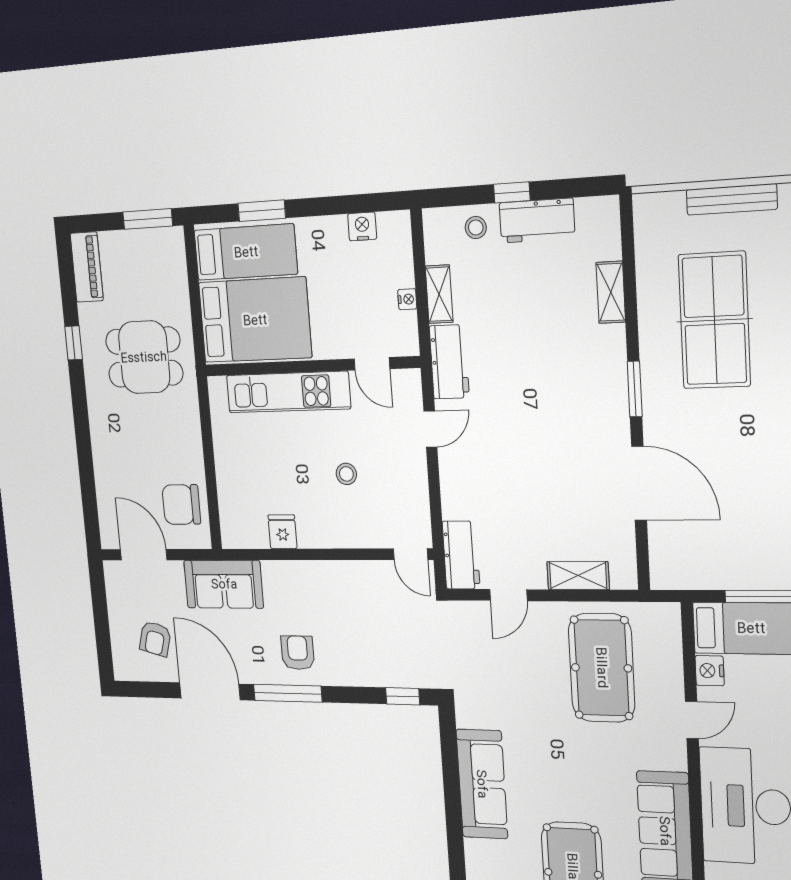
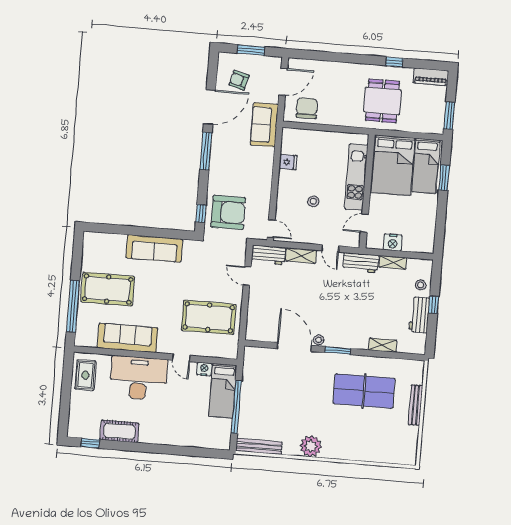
nightstand: (362, 226) -> (429, 229), removed
nightstand: (407, 299) -> (393, 242), width x1.89, depth x1.79
stool: (618, 433) -> (319, 340), added
door: (639, 483) -> (294, 347), swing flipped
door: (410, 554) -> (271, 229), swing flipped
shelving: (578, 576) -> (301, 256), moved, turned 90
window: (101, 620) -> (251, 50), added
armchair: (298, 653) -> (228, 212), moved, width x1.88, depth x1.88

